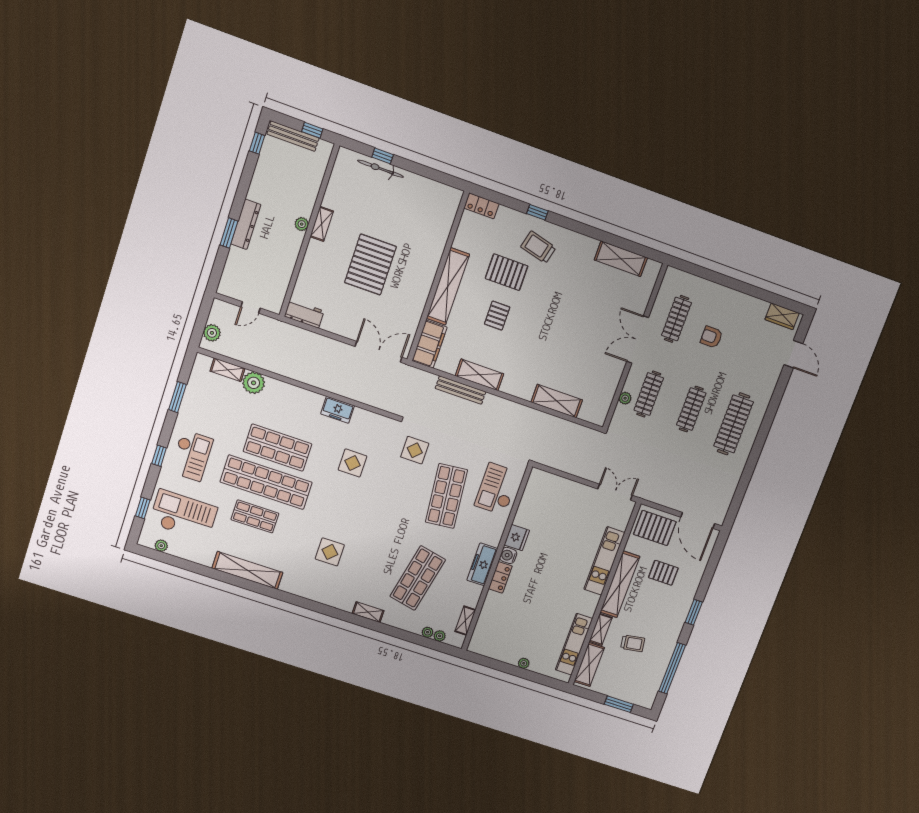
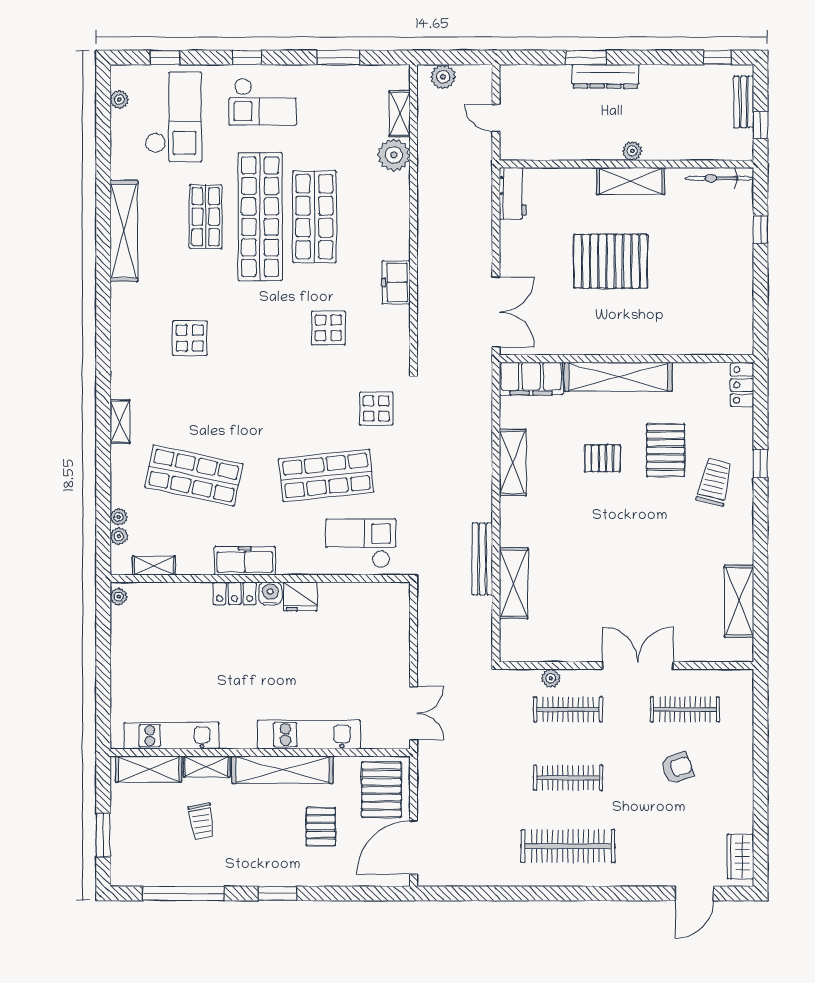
bench: (293, 136) -> (744, 102), width x0.73
bicycle: (381, 169) -> (719, 178), moved, turned -90
shelving: (322, 224) -> (631, 181), width x1.50, depth x1.33
armchair: (711, 337) -> (677, 768), turned 70
bench: (460, 390) -> (482, 559), moved
plant: (524, 663) -> (119, 597), moved

